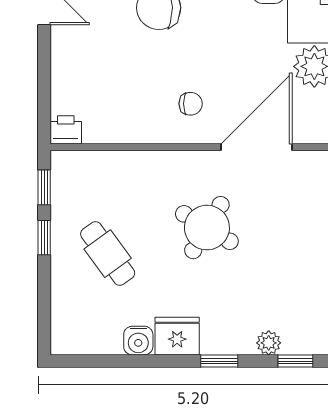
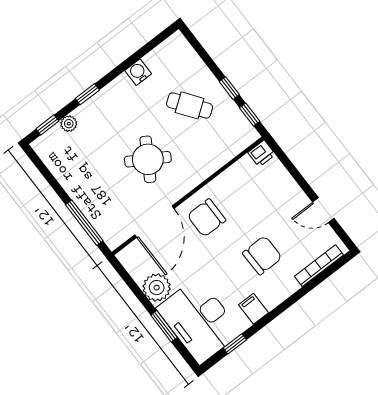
chair: (191, 104) -> (207, 218), width x1.87, depth x1.87
fridge: (177, 336) -> (120, 90), removed

